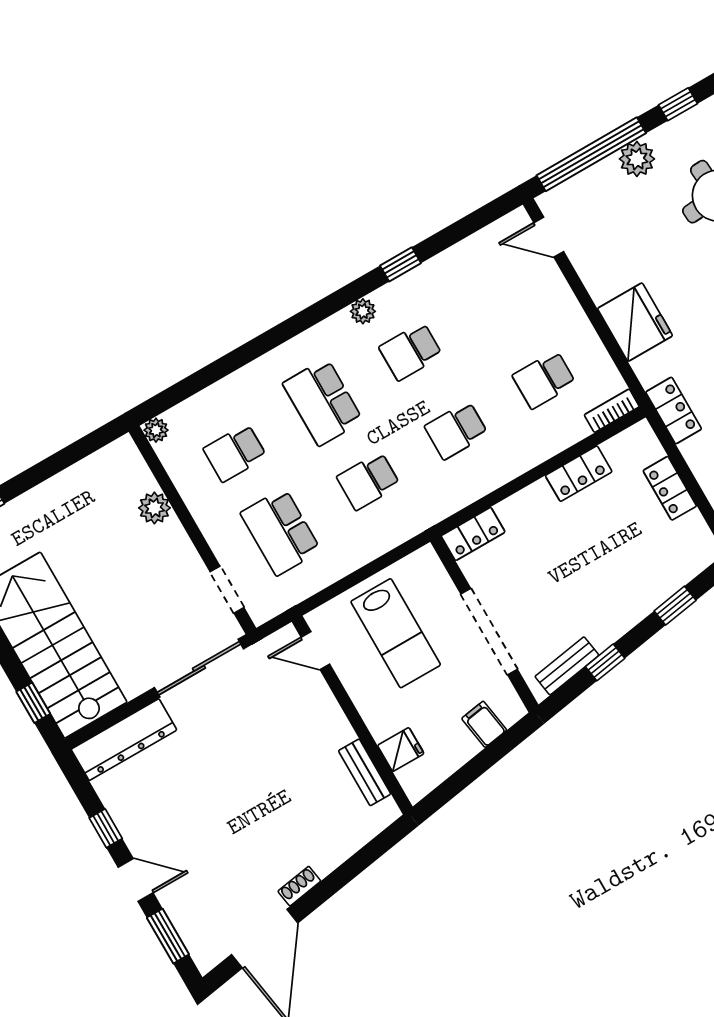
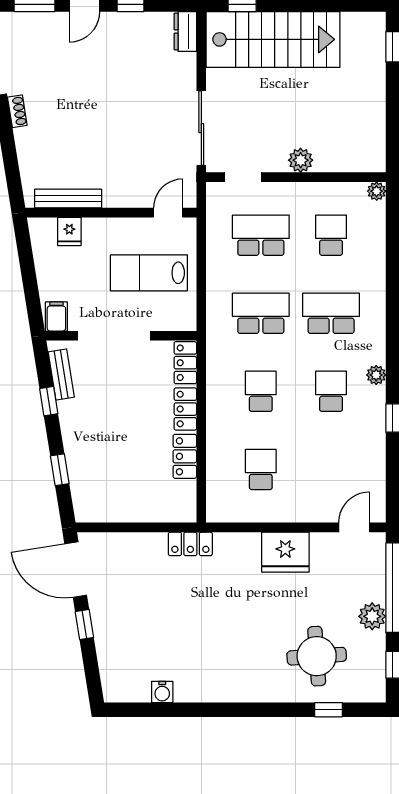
fridge: (635, 322) -> (285, 552), moved
bookcase: (612, 411) -> (214, 503), removed
school desk: (368, 481) -> (261, 313), width x1.85
locker: (670, 488) -> (185, 409), moved, turned -90
plant: (154, 508) -> (301, 160), moved
filing cabinet: (484, 724) -> (56, 316), moved, turned -81
dresser: (124, 740) -> (185, 32), width x0.51, depth x0.80
bench: (365, 772) -> (68, 199), width x1.36

